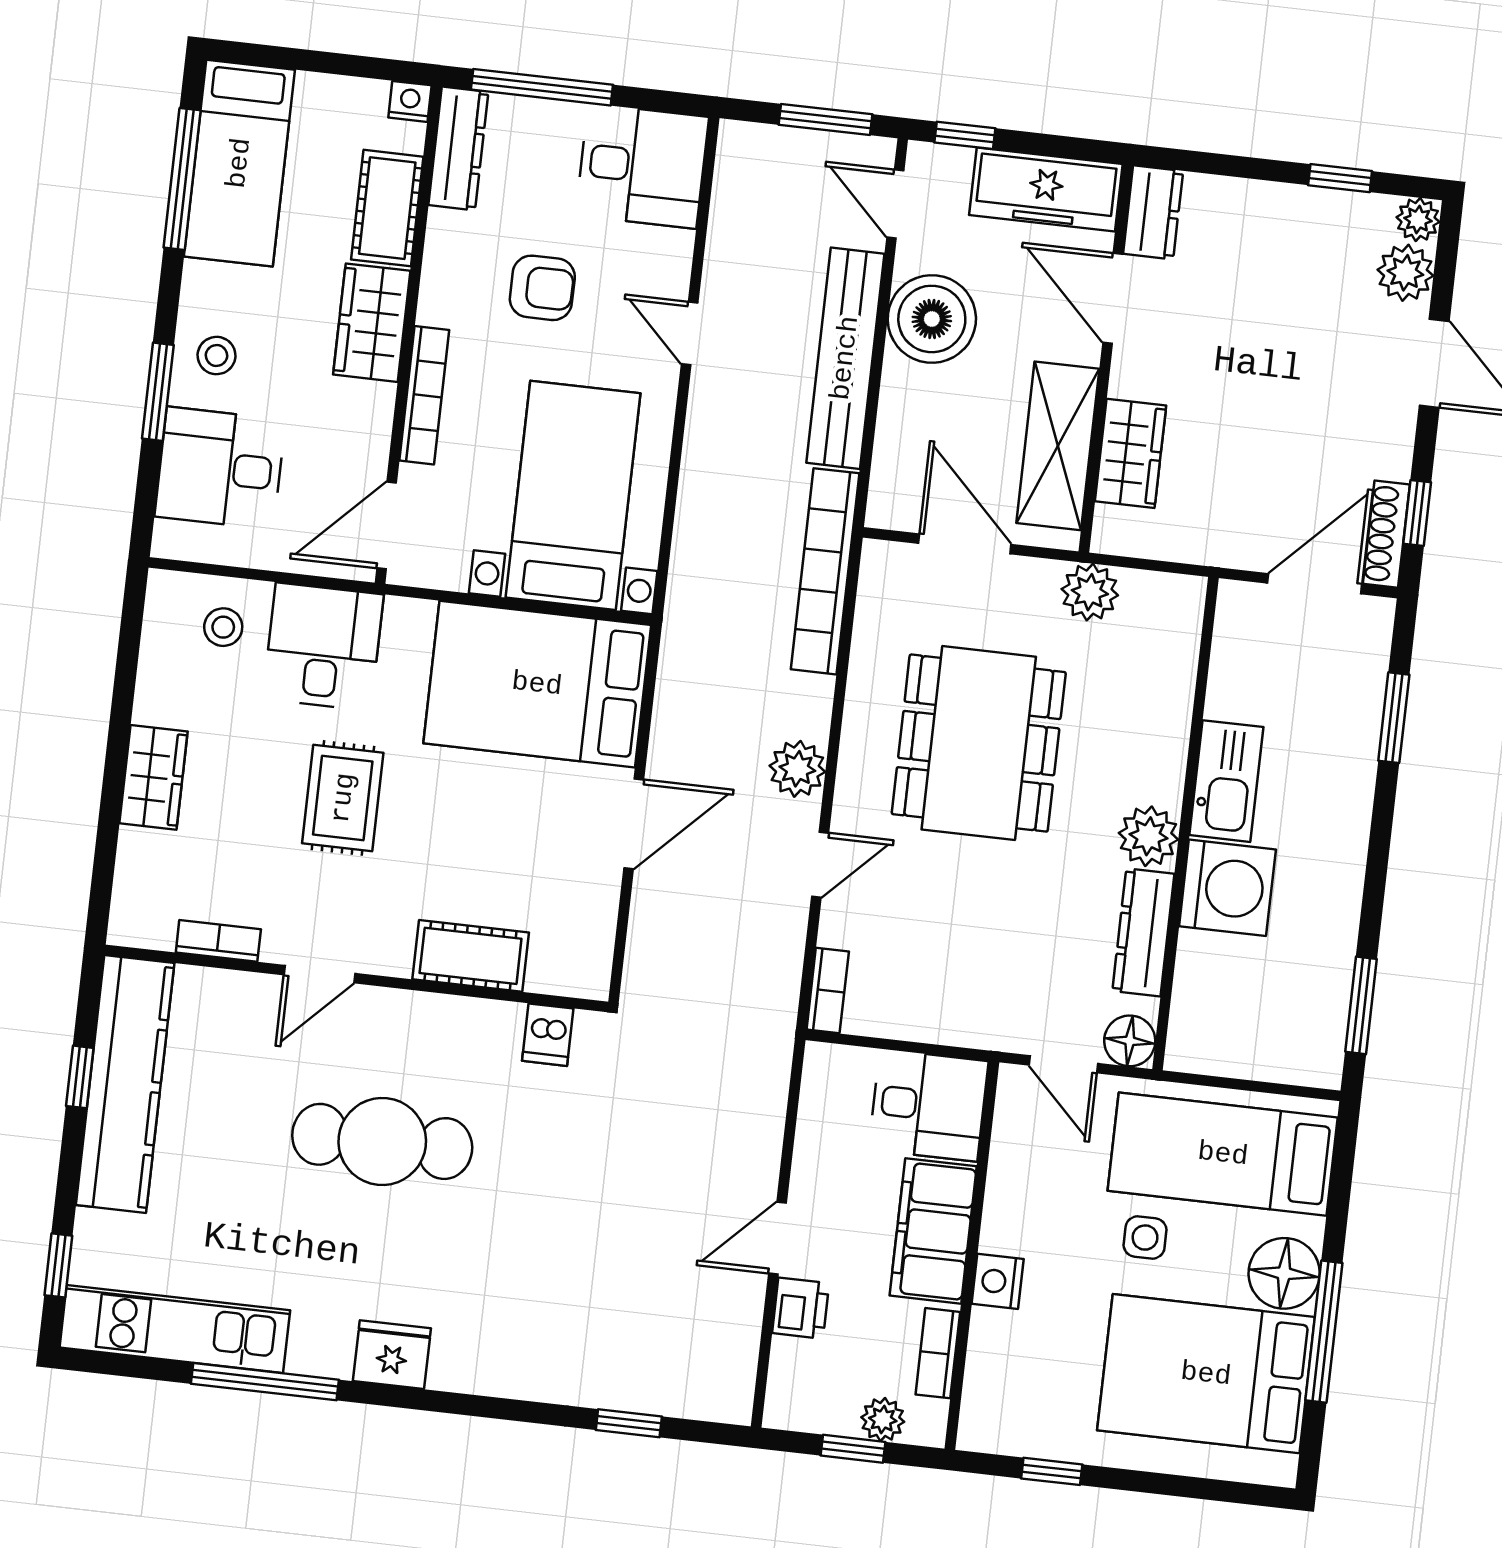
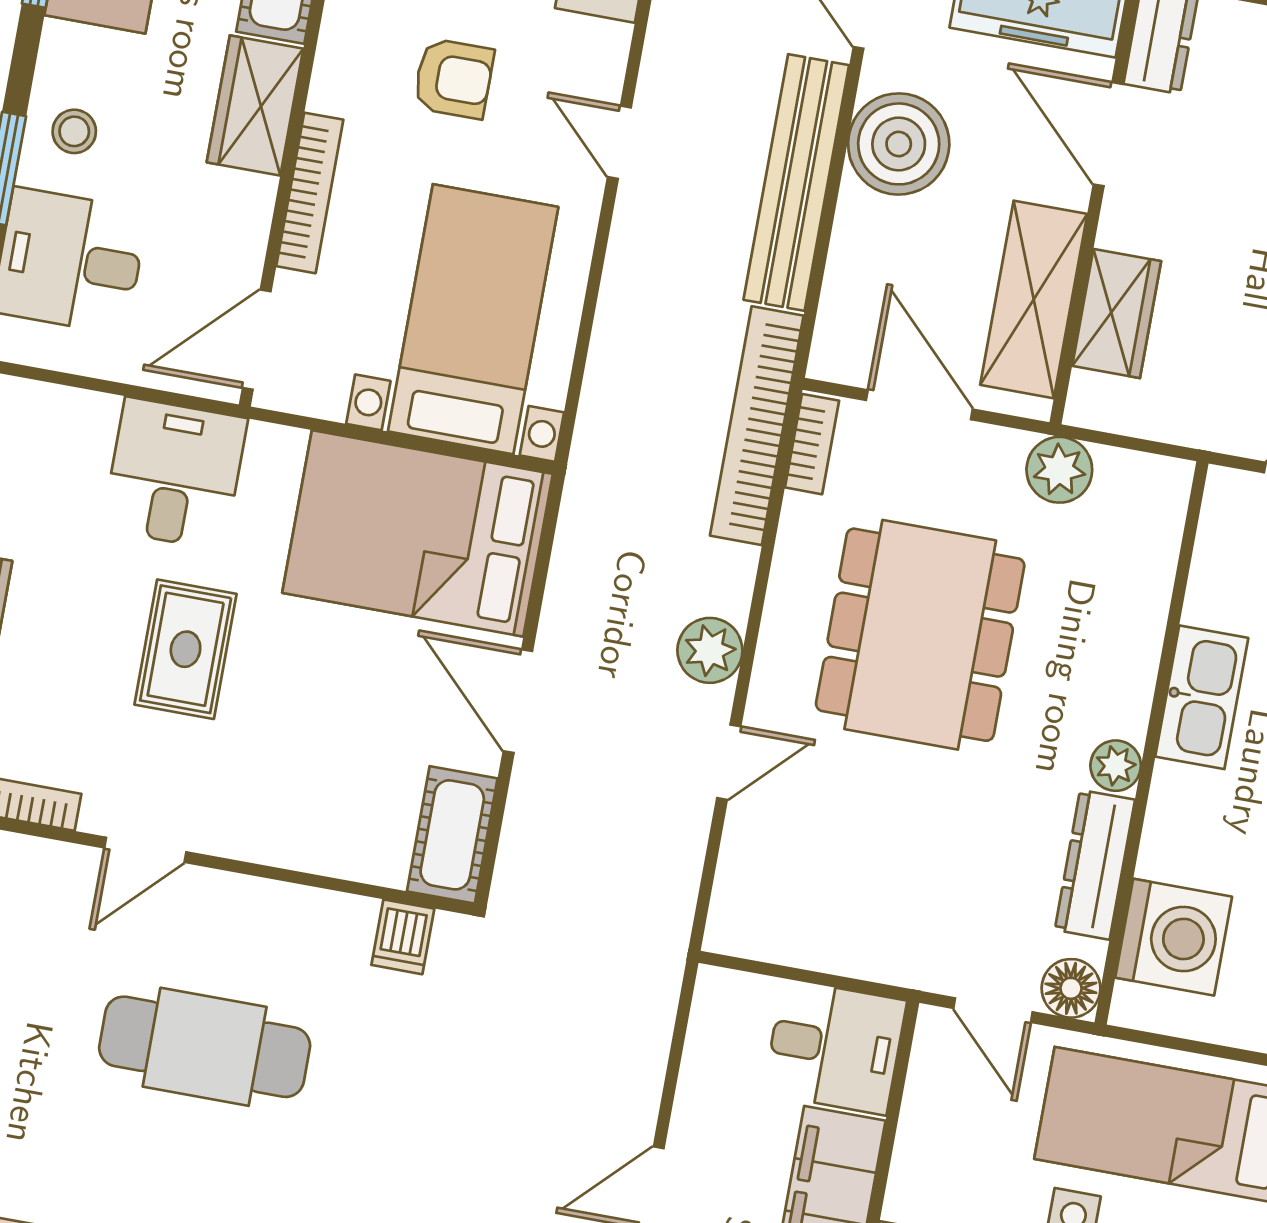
stool: (223, 627) -> (61, 444), removed
door: (634, 824) -> (518, 701), swing flipped
plant: (1148, 836) -> (1116, 766), width x0.73, depth x0.73
washing machine: (1227, 888) -> (1174, 937), moved
cot: (471, 956) -> (452, 835), moved, turned 90
bookcase: (828, 991) -> (812, 444), moved

